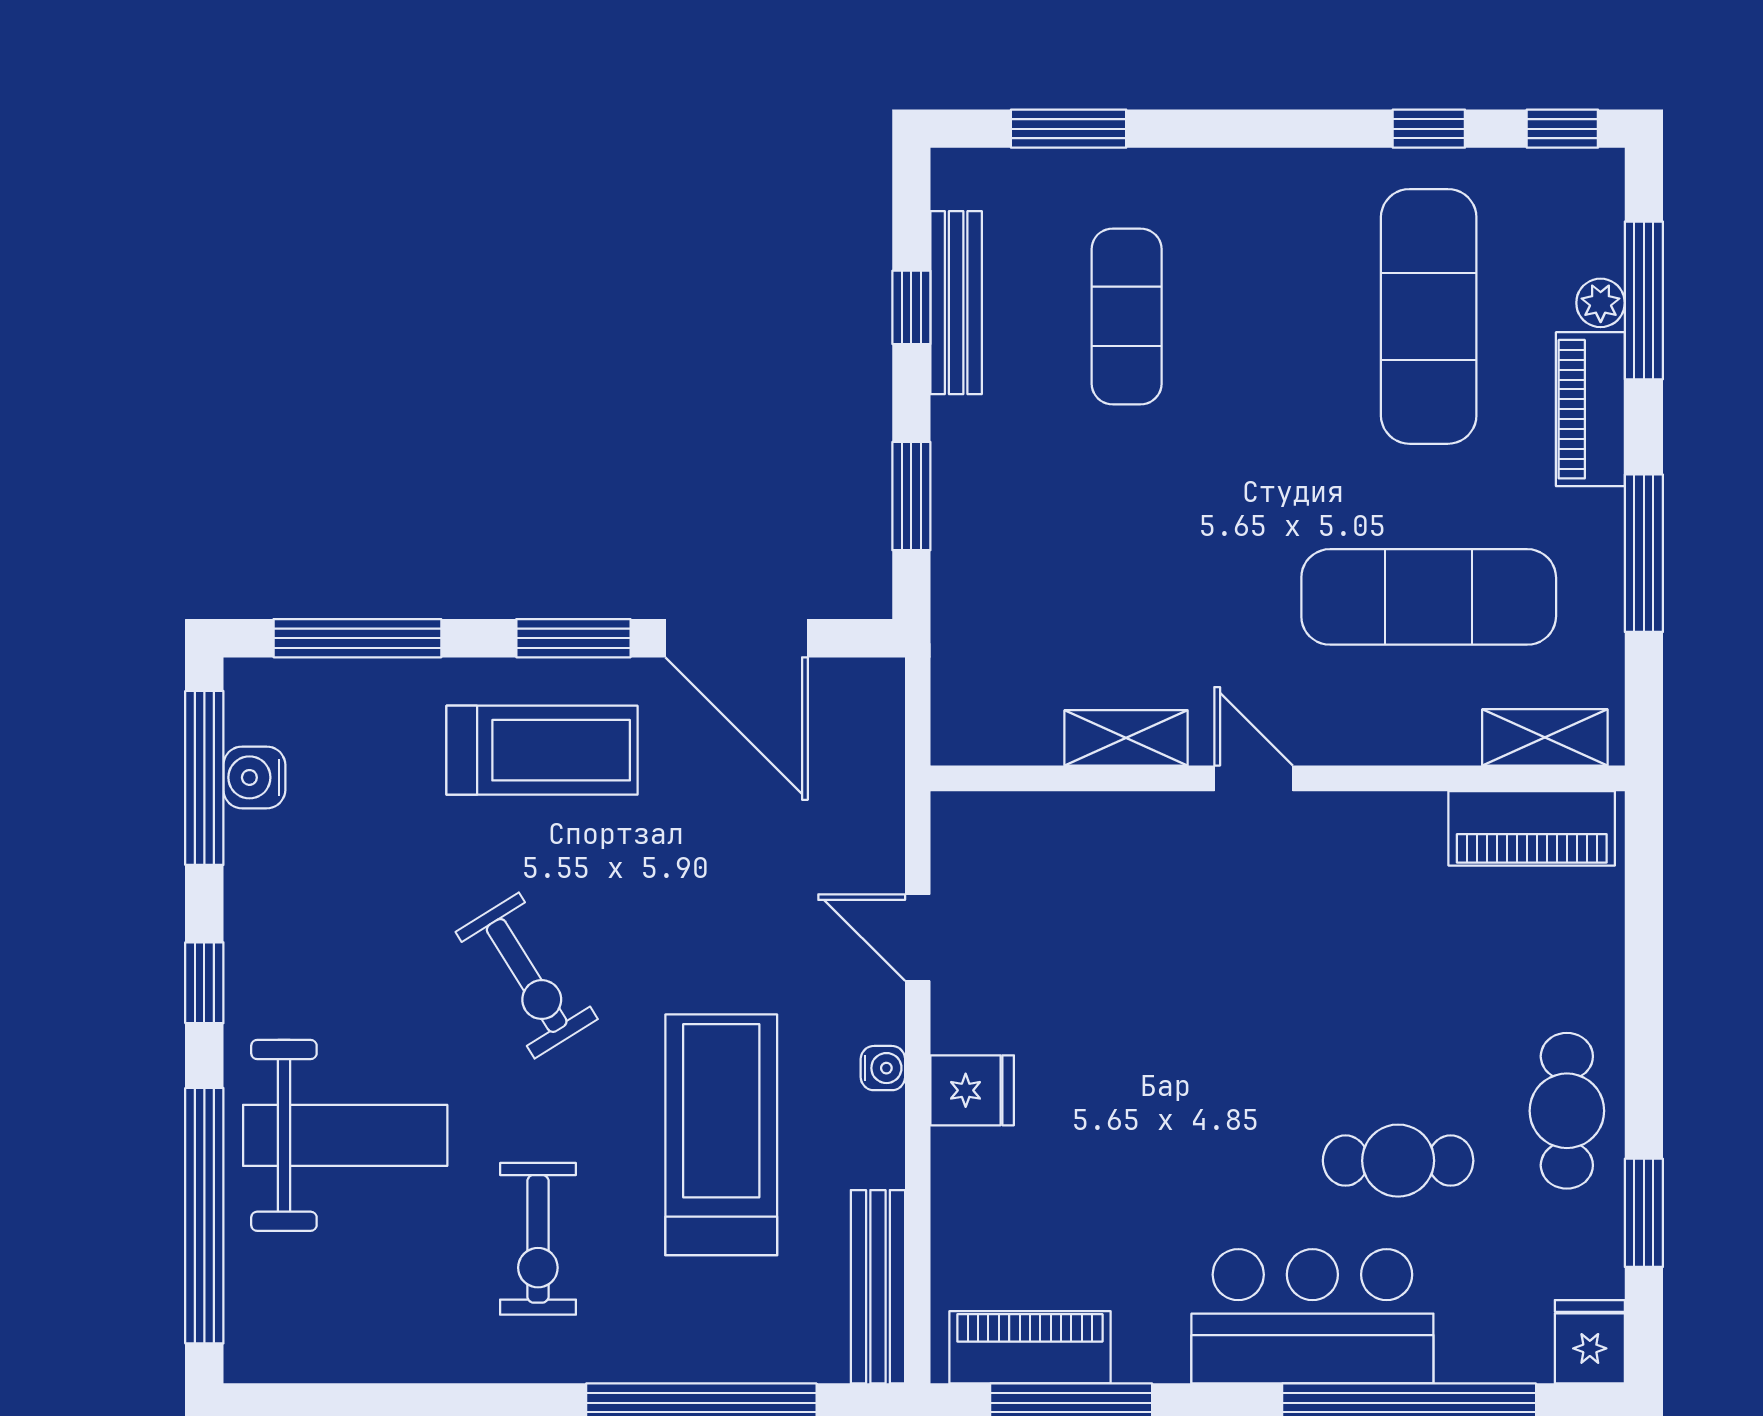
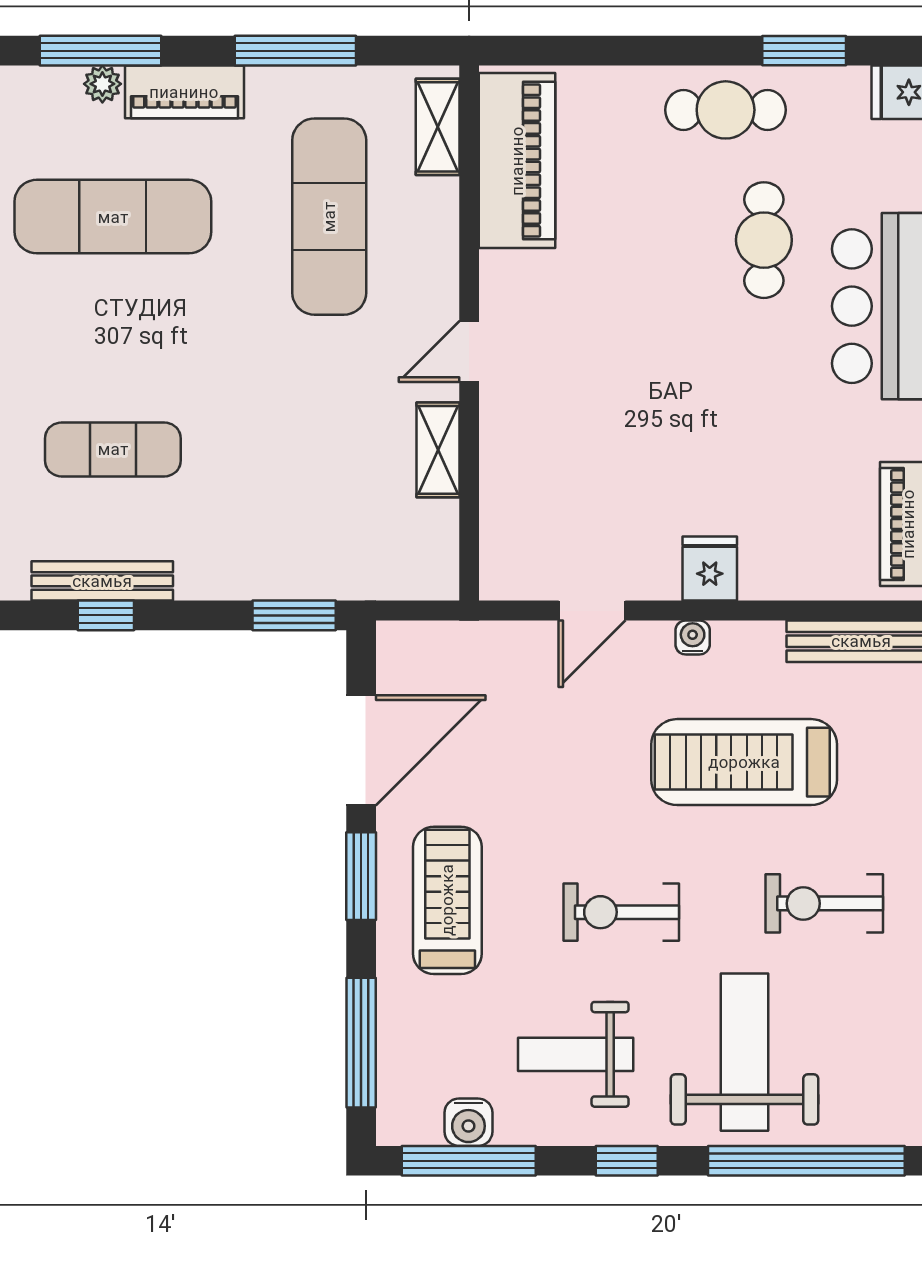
window: (911, 496) -> (294, 615), moved
piano: (1532, 828) -> (517, 161), width x1.37, depth x1.33
weight bench: (342, 916) -> (576, 1054), added
exercise bike: (527, 975) -> (621, 912), turned -148
exercise bike: (538, 1239) -> (824, 903), turned 180

